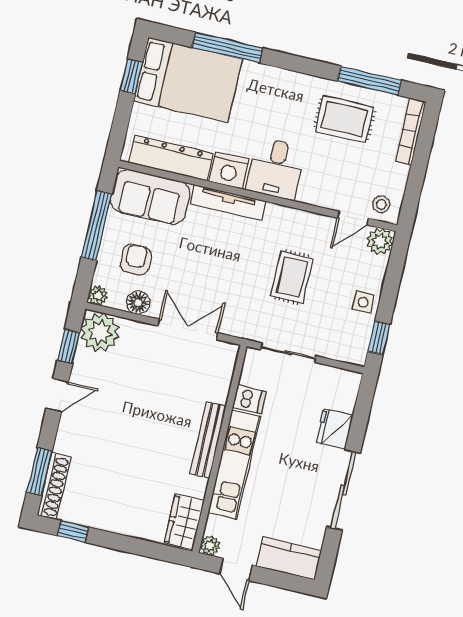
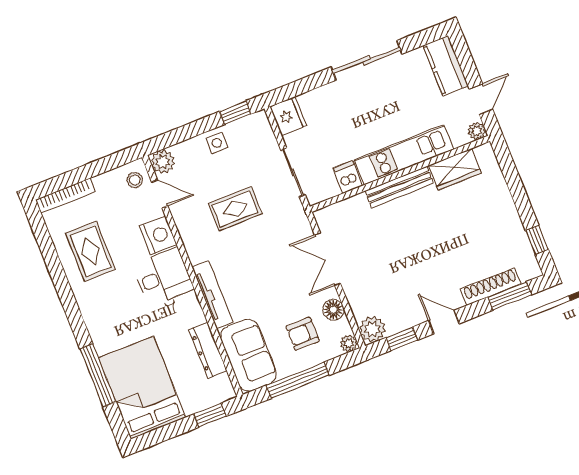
window: (131, 76) -> (210, 415), moved
window: (369, 81) -> (49, 253), removed
dresser: (171, 158) -> (208, 350), width x0.73, depth x0.80
nightstand: (229, 170) -> (158, 235), moved
plant: (100, 332) -> (372, 329), width x0.73, depth x0.73
fridge: (335, 429) -> (288, 116), moved, turned -90
shoe rack: (54, 486) -> (491, 286), moved
wardrobe: (184, 522) -> (455, 169), moved

